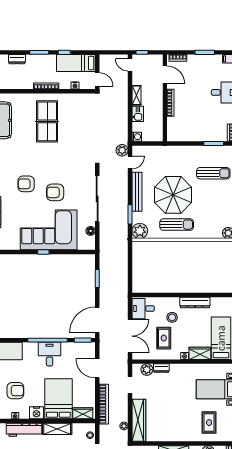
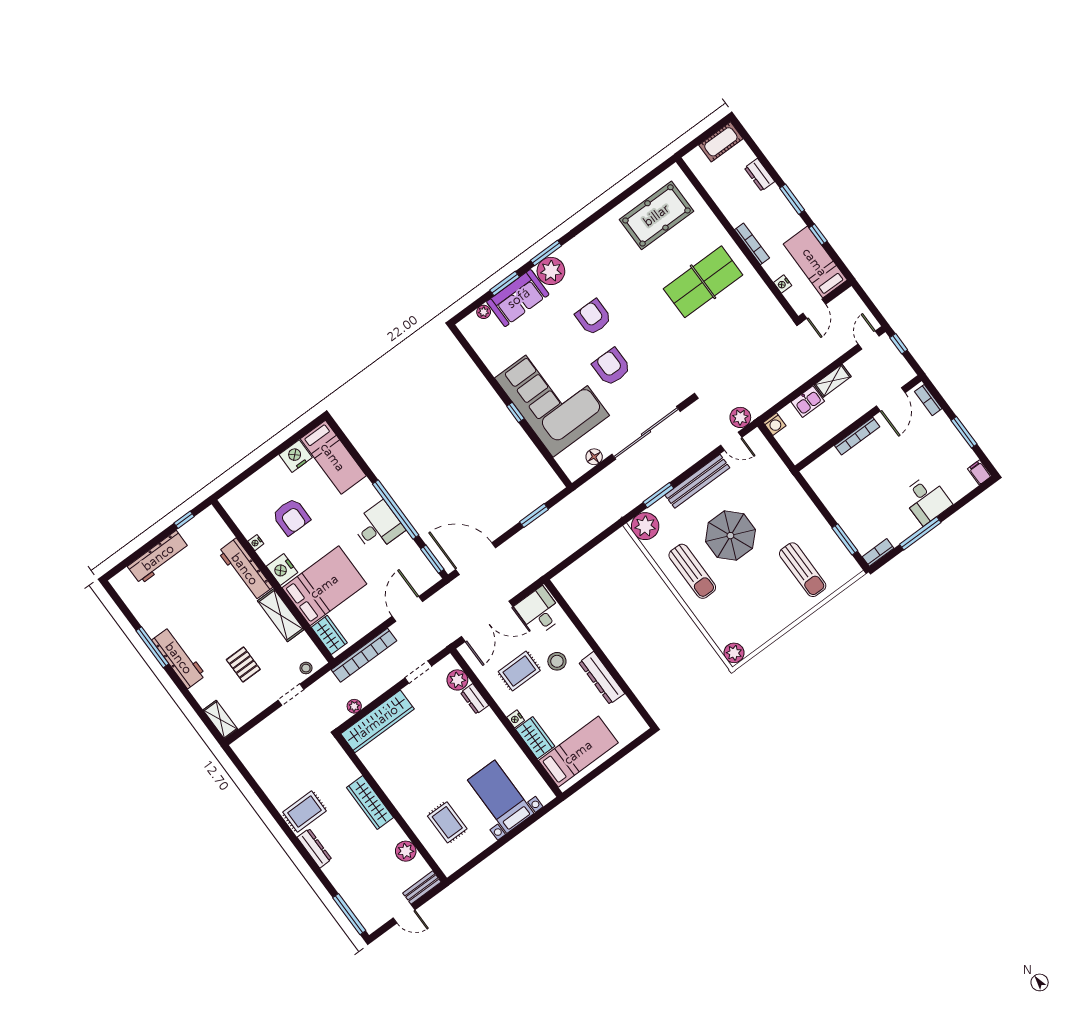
parasol: (173, 195) -> (730, 536), width x0.73, depth x0.73
rug: (209, 423) -> (447, 822), turned 90

